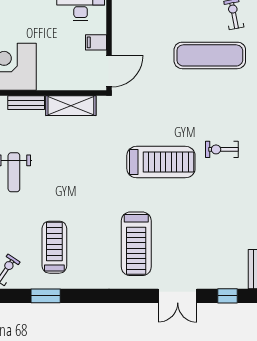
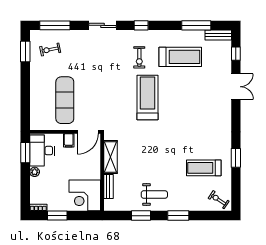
exercise mat: (210, 55) -> (65, 100), moved
door: (109, 71) -> (88, 132), swing flipped
treadmill: (136, 244) -> (180, 57), moved
window: (46, 296) -> (236, 158), moved

